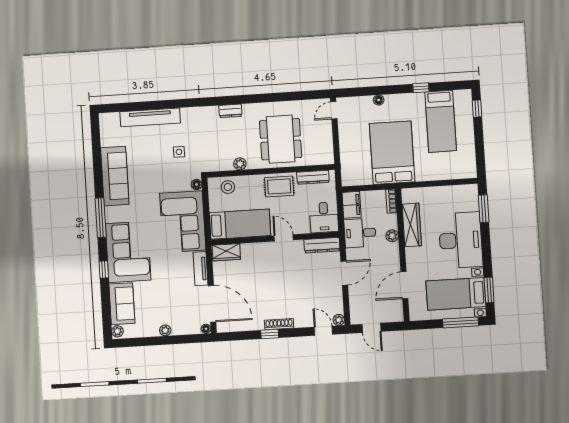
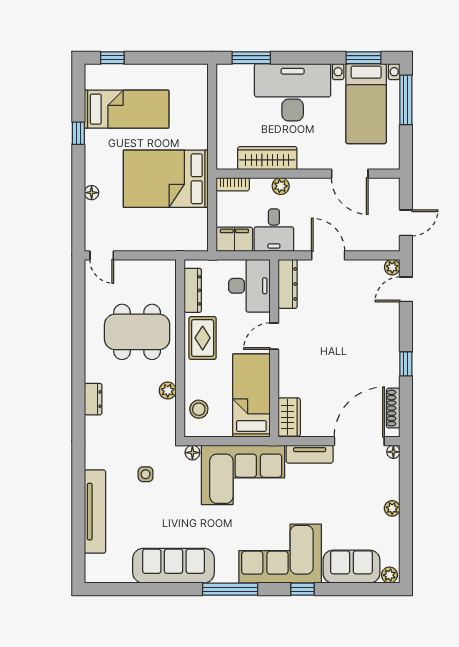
desk: (324, 217) -> (249, 286), width x1.37
shoe rack: (279, 324) -> (393, 408), moved

